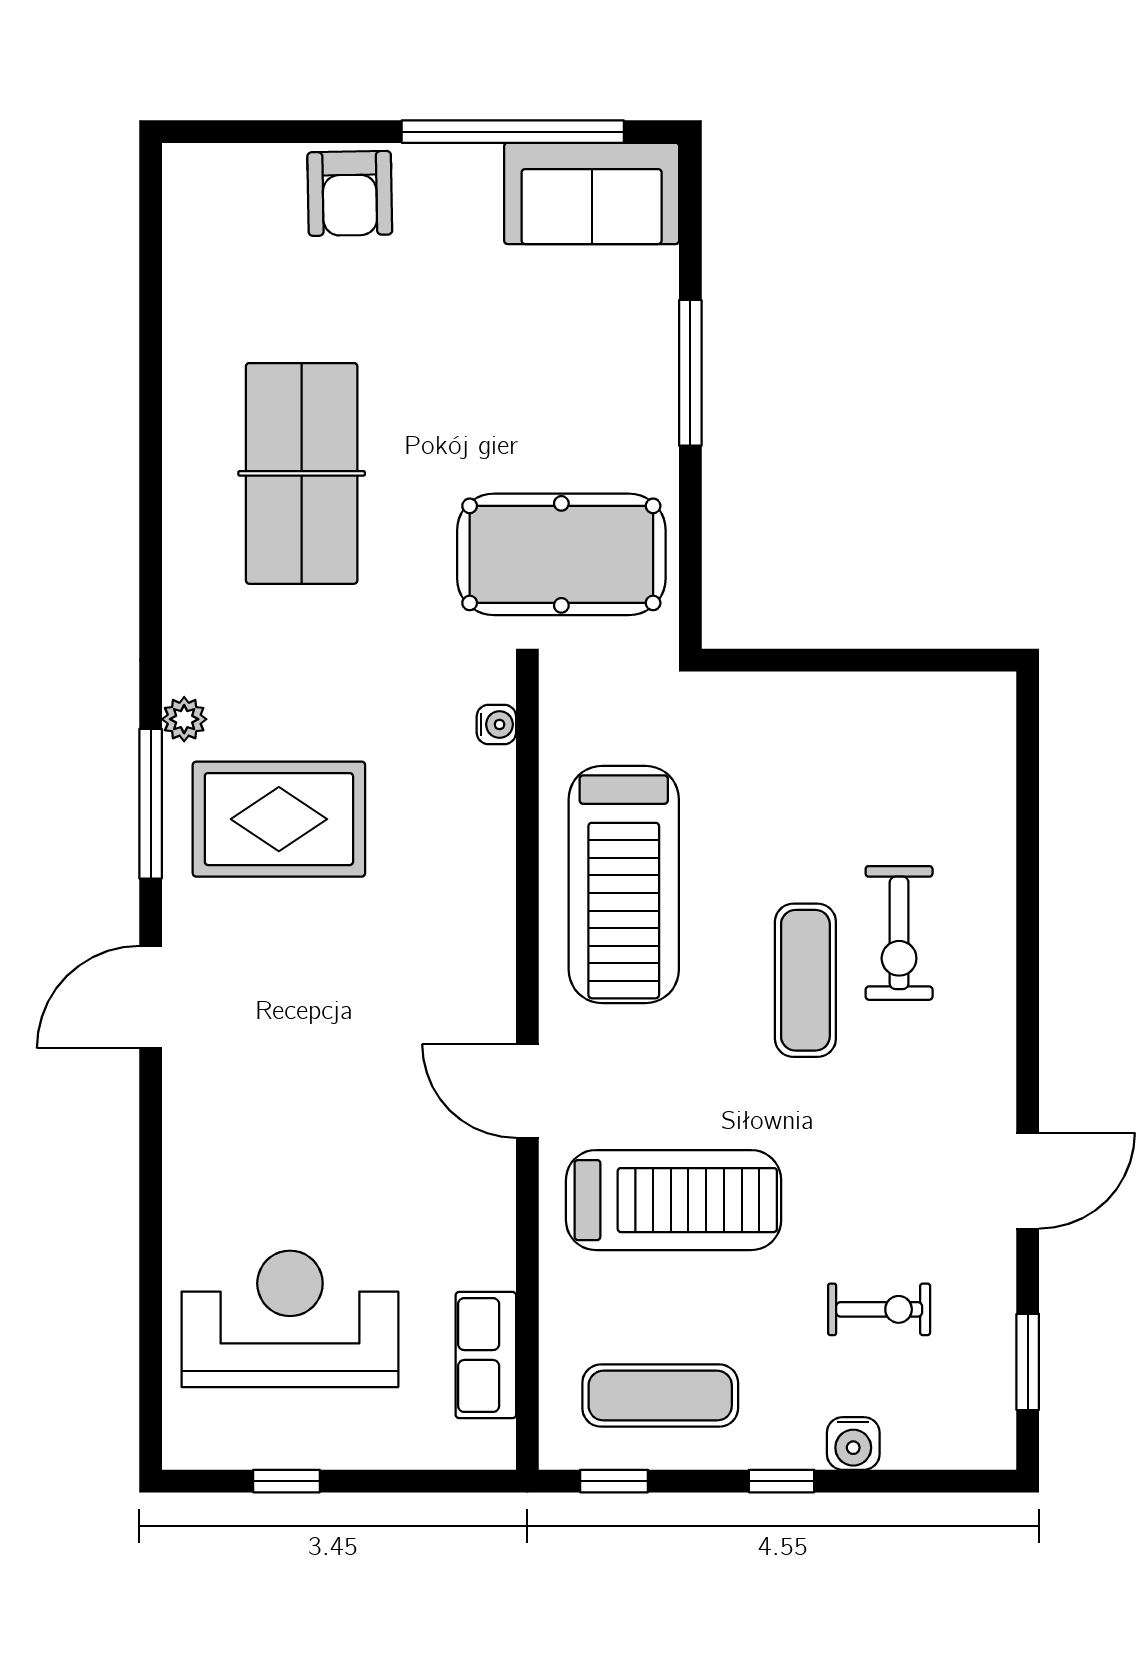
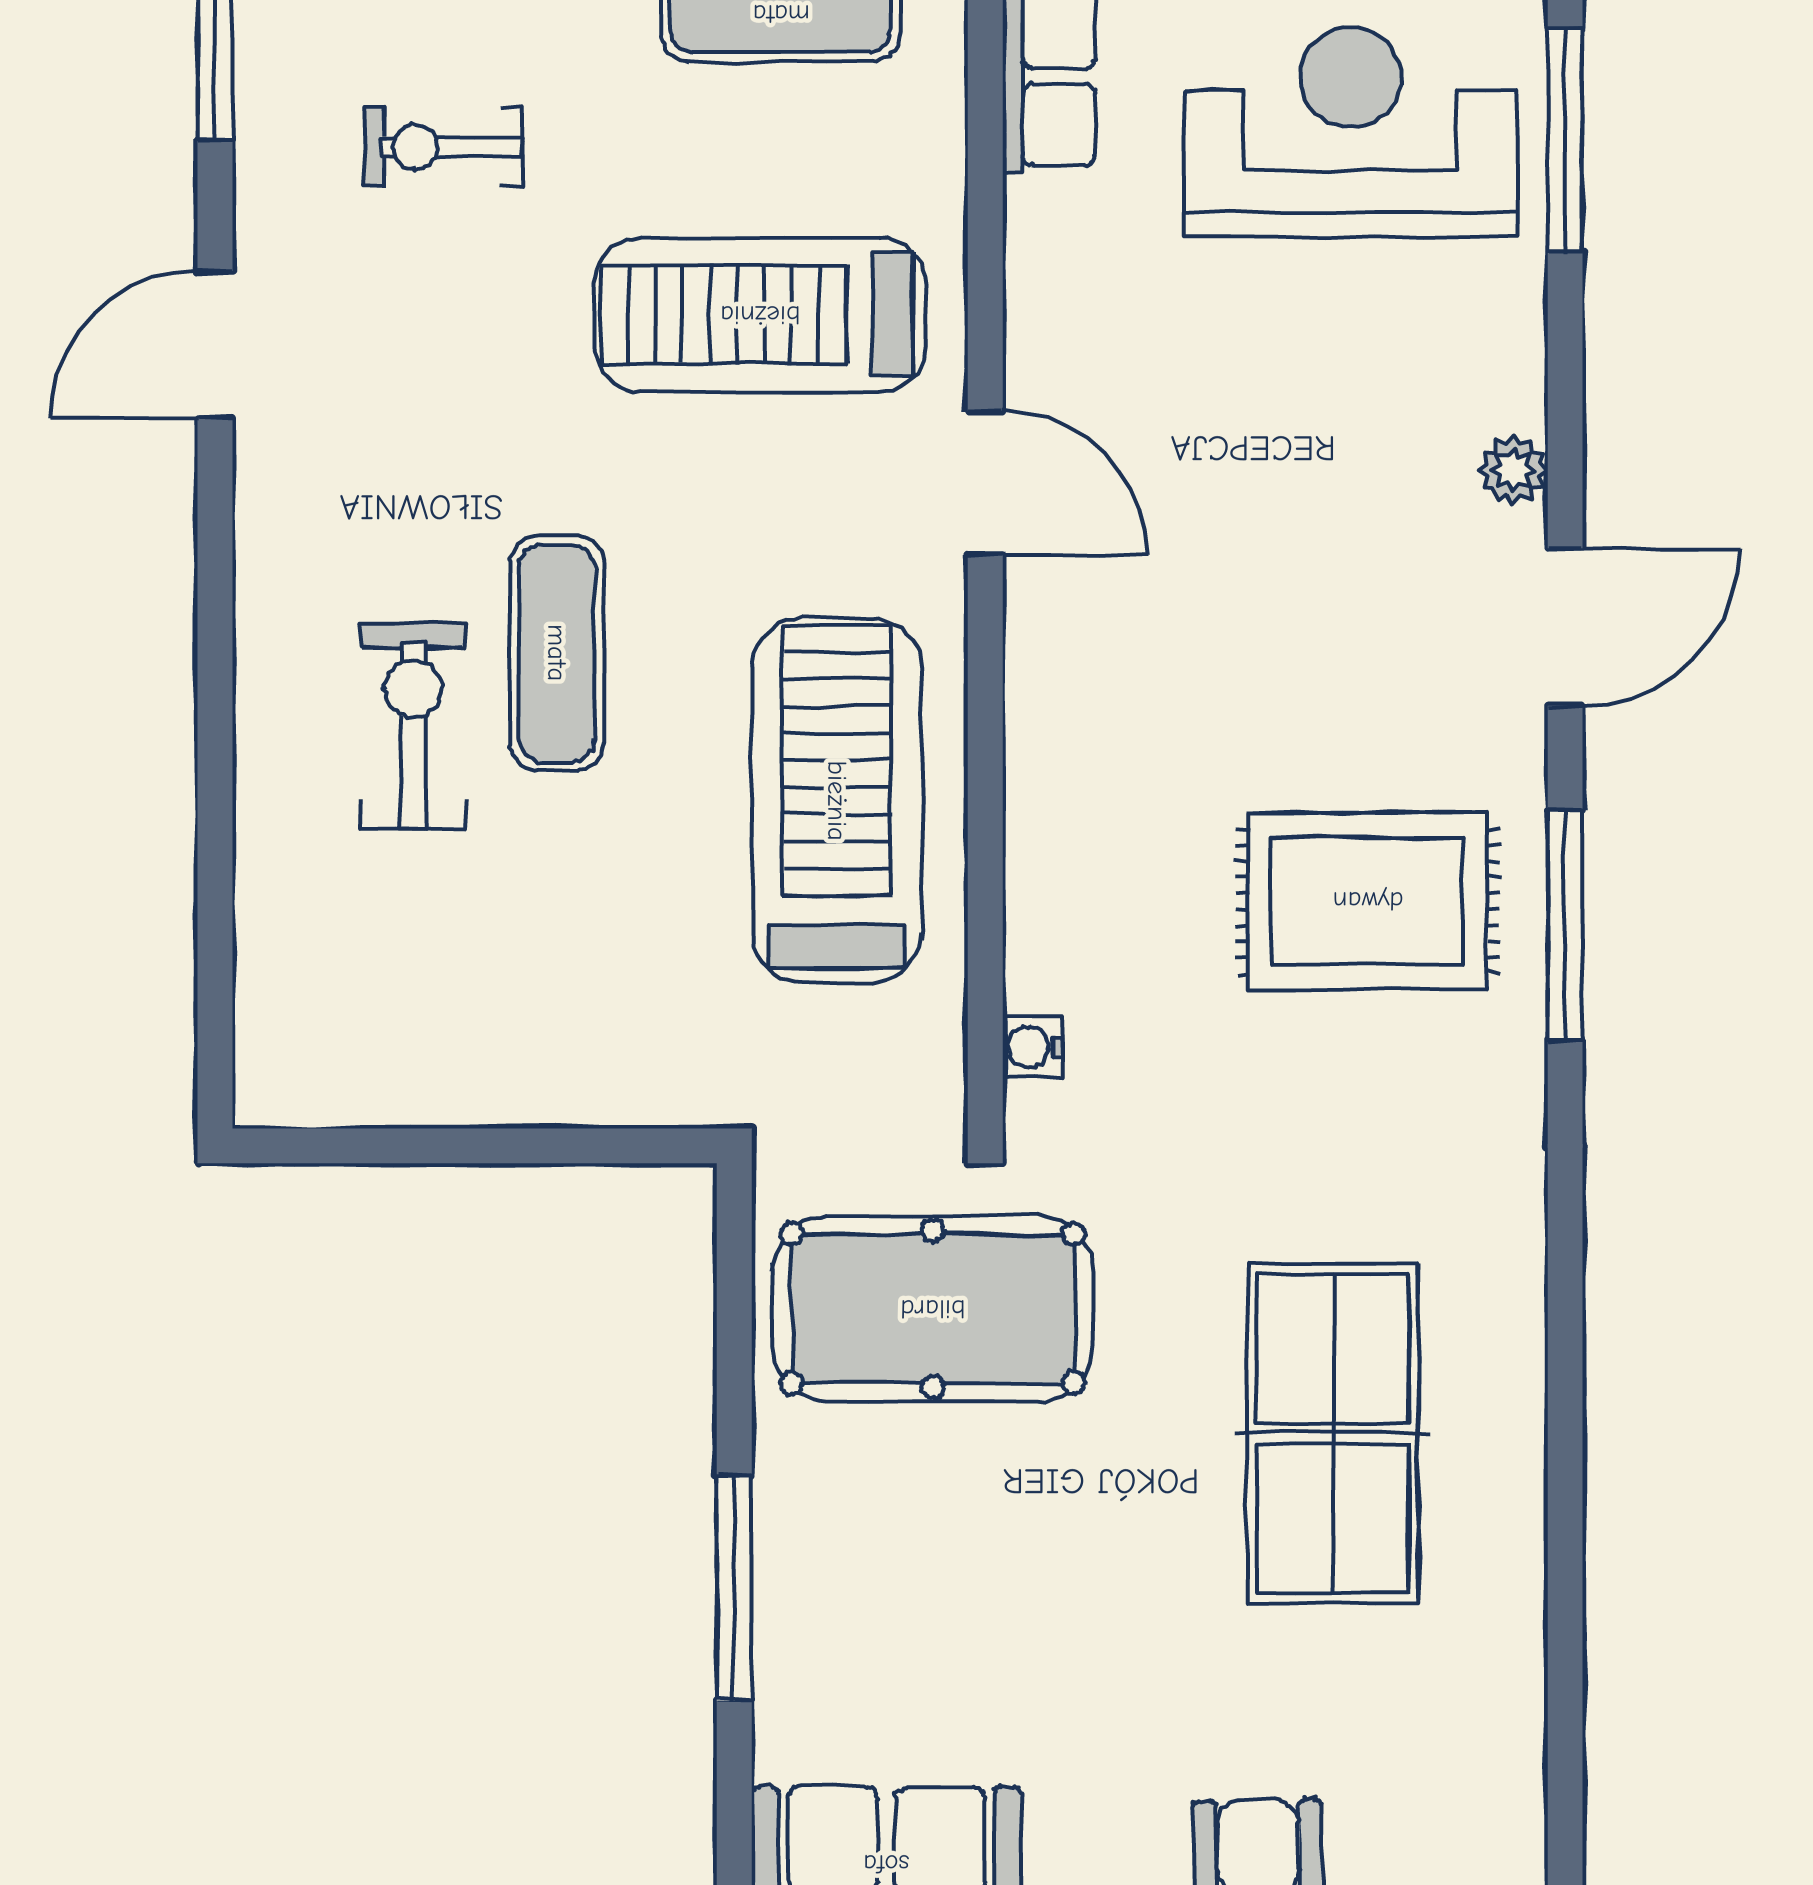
plant: (184, 719) -> (1513, 470), moved
window: (151, 1313) -> (1565, 141), added
reception desk: (290, 1319) -> (1351, 132), turned 180

